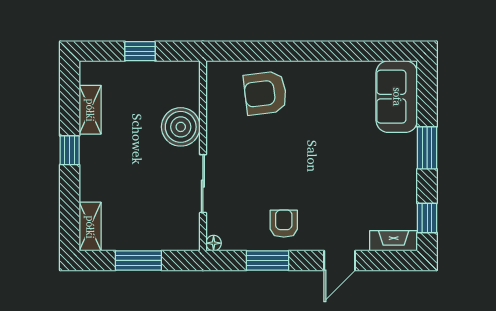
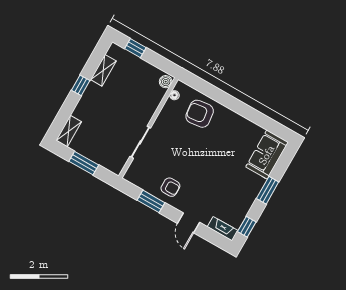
window: (140, 51) -> (135, 48), moved
boiler: (181, 127) -> (166, 82), moved, width x0.54, depth x0.54
armchair: (284, 224) -> (170, 187), turned 90
floor lamp: (214, 243) -> (174, 95), moved
door: (340, 260) -> (189, 223), hinge flipped

